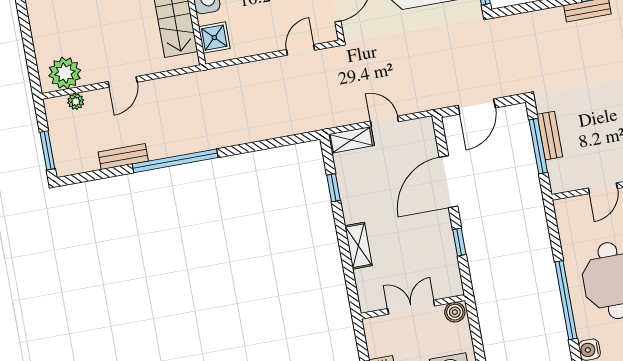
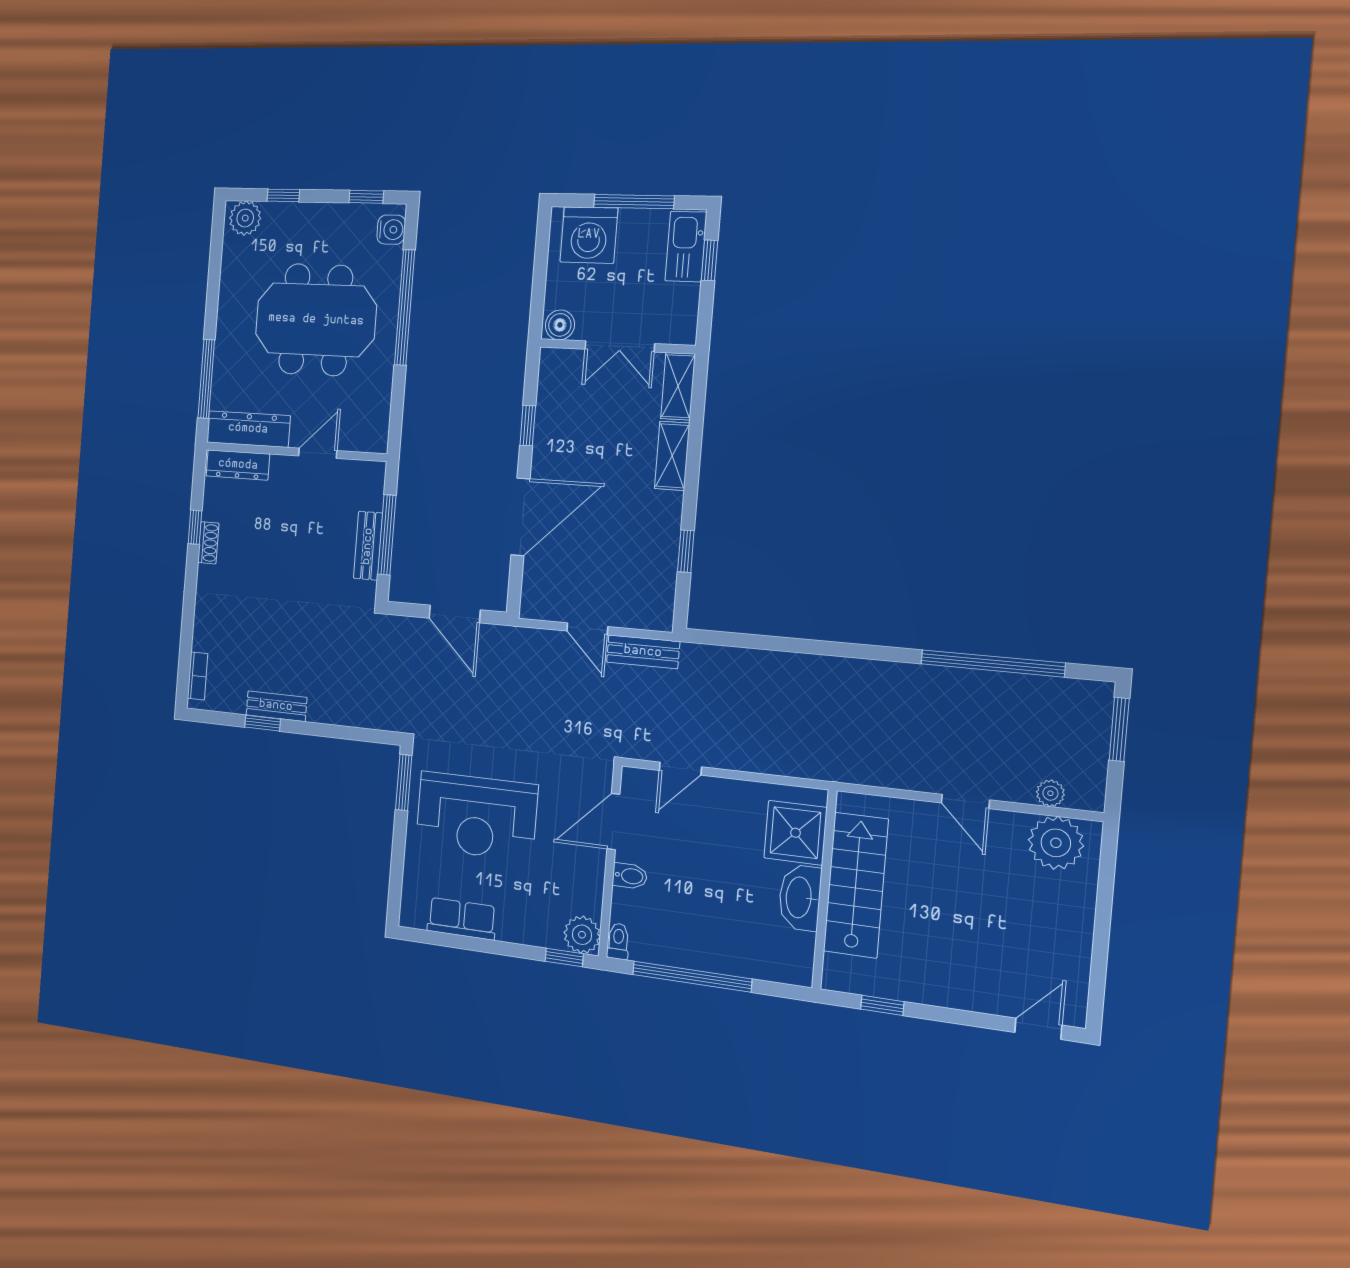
shower: (214, 38) -> (796, 833), width x1.36, depth x1.36
door: (123, 82) -> (965, 801), swing flipped
door: (477, 107) -> (455, 614), swing flipped
shelving: (351, 140) -> (678, 386), moved, turned 90
bench: (123, 157) -> (643, 652), moved
window: (175, 161) -> (993, 663), moved

